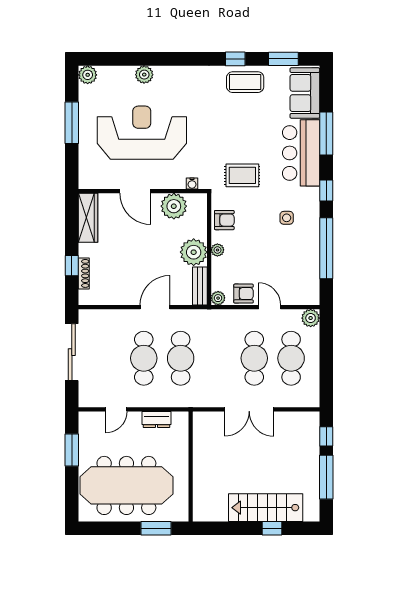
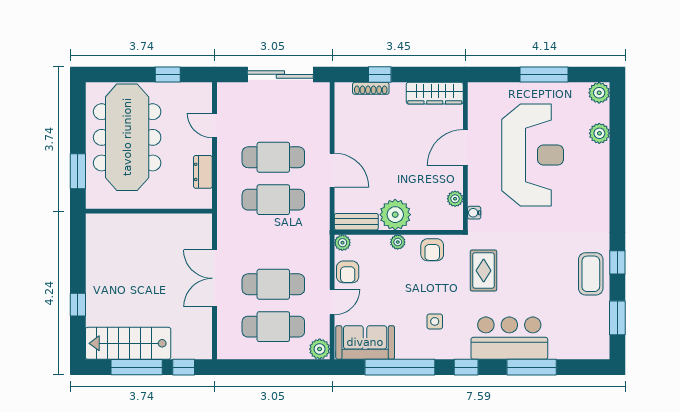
plant: (144, 75) -> (599, 133), moved
sofa: (305, 93) -> (365, 342), moved
plant: (174, 206) -> (455, 199), width x0.53, depth x0.53
window: (72, 450) -> (168, 74), width x0.67
stairs: (266, 508) -> (128, 343), moved, turned -90

